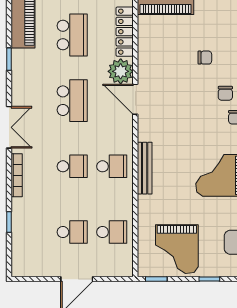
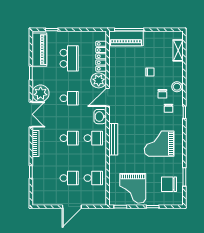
plant: (25, 93) -> (41, 93), added
door: (135, 99) -> (108, 97), hinge flipped
school desk: (72, 101) -> (69, 98), width x0.54
washbasin: (123, 131) -> (100, 117), added

